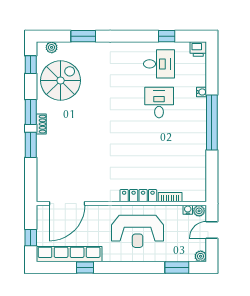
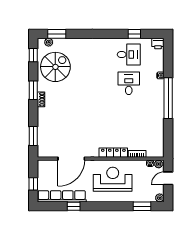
window: (83, 36) -> (57, 34), moved
window: (31, 145) -> (33, 136), moved
door: (67, 204) -> (71, 159), moved
reception desk: (138, 231) -> (113, 179), turned 180

